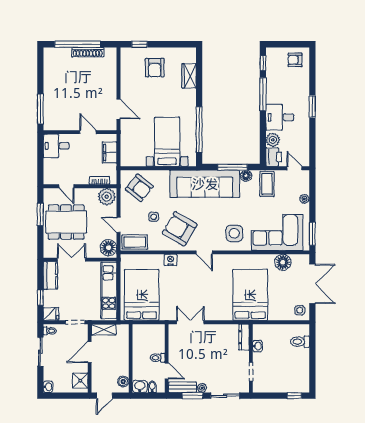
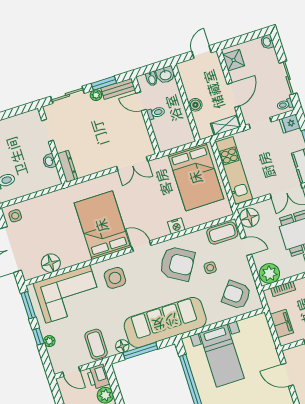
window: (312, 205) -> (38, 336), added
bed: (250, 295) -> (102, 225), moved, turned 180
boiler: (123, 382) -> (195, 105), moved

